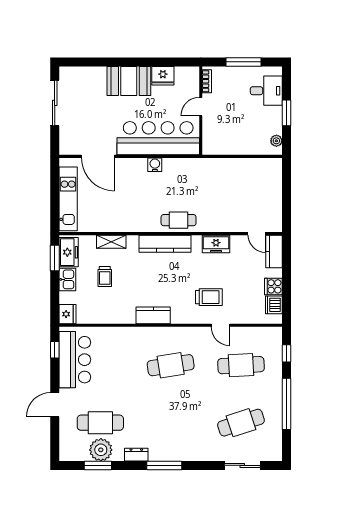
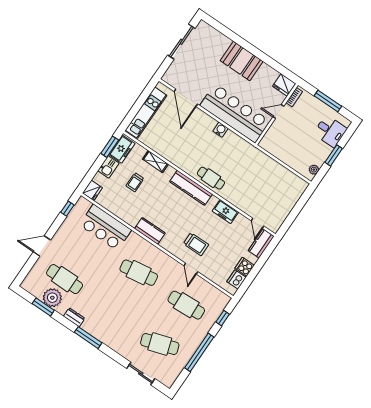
fridge: (163, 76) -> (284, 85), moved
bar counter: (75, 360) -> (105, 227), moved, turned 90

